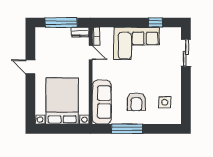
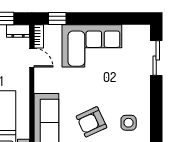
window: (156, 22) -> (57, 18), moved
armchair: (136, 102) -> (91, 122), turned 65

